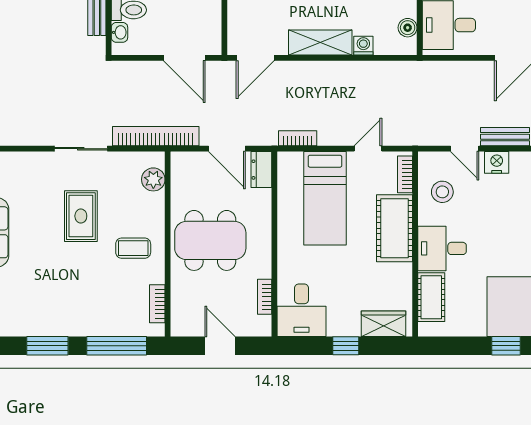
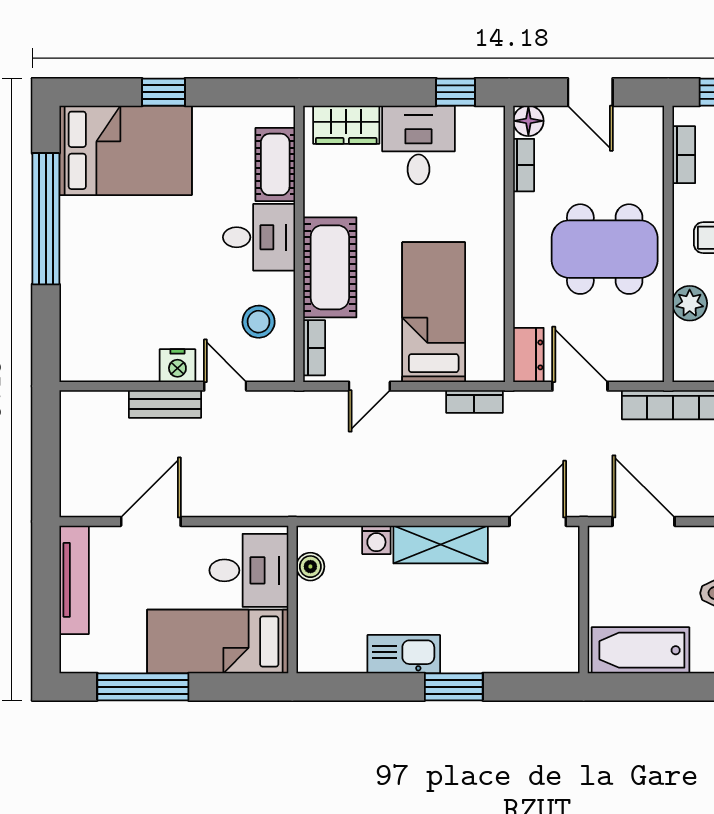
plant: (153, 179) -> (690, 303), moved
desk: (302, 310) -> (418, 145), moved
floor lamp: (261, 326) -> (528, 121), added
window: (346, 346) -> (456, 92), moved

